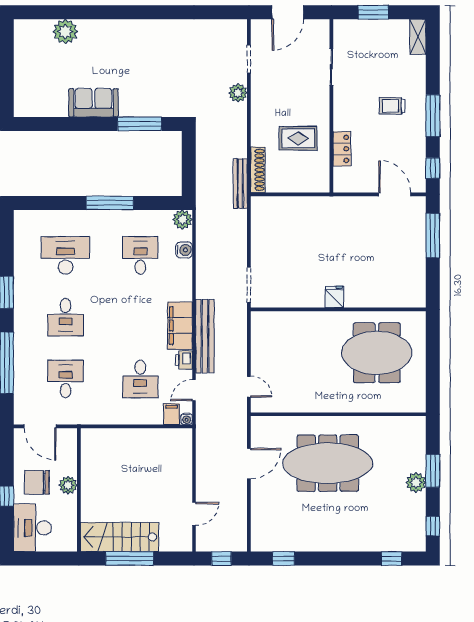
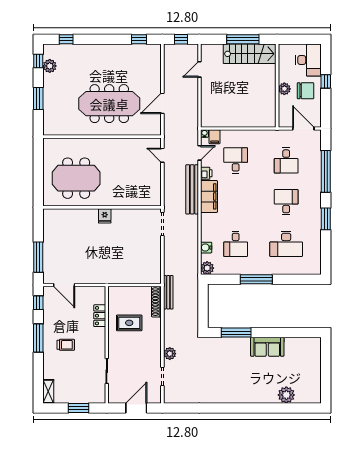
plant: (416, 483) -> (50, 66), moved

